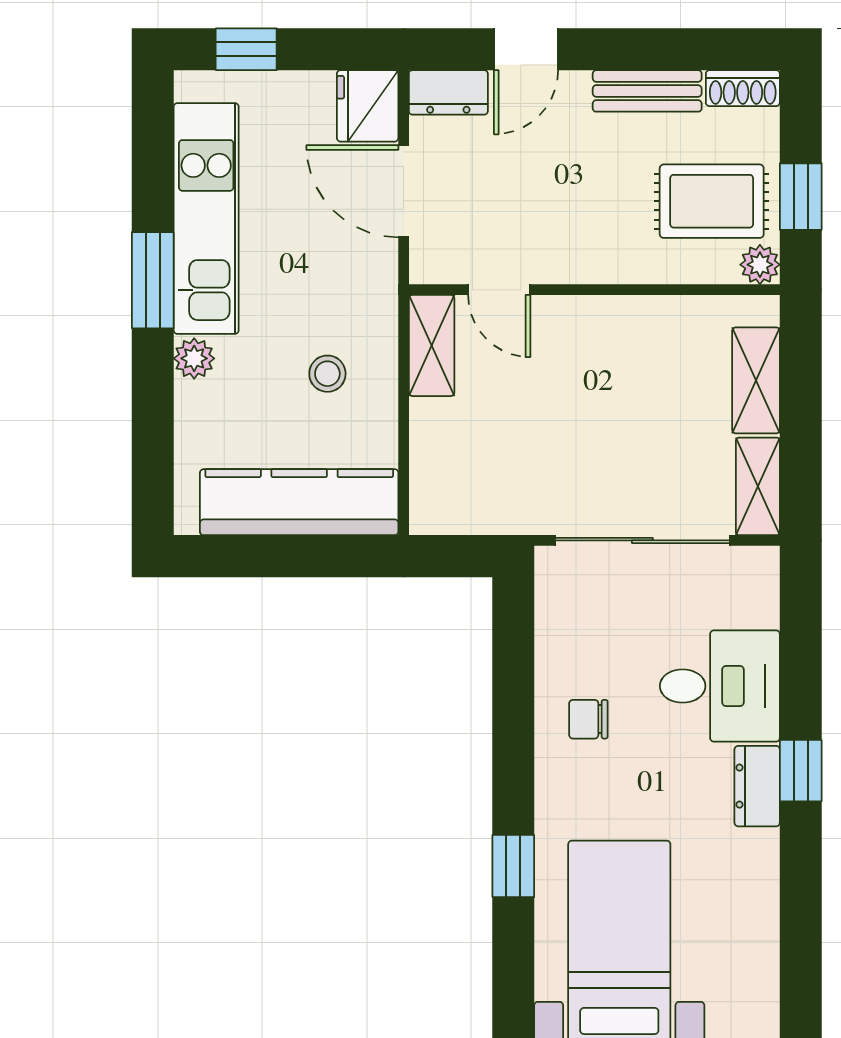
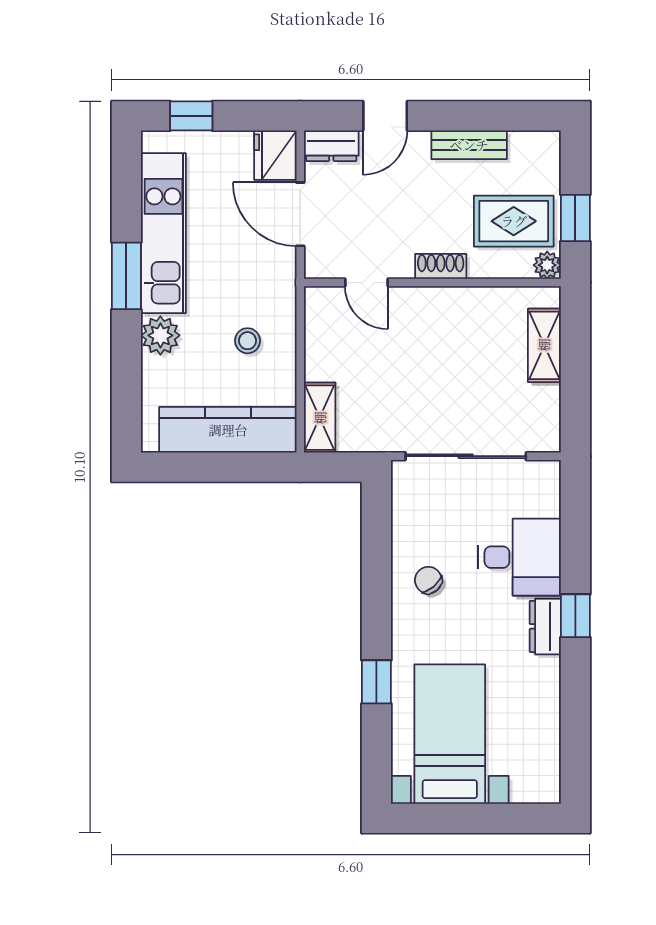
shoe rack: (743, 88) -> (441, 266), moved, turned 180
shelving: (432, 345) -> (320, 418), moved
plant: (194, 358) -> (160, 335), width x1.38, depth x1.38
shelving: (758, 486) -> (546, 419), removed
chair: (588, 719) -> (428, 580), turned 49

